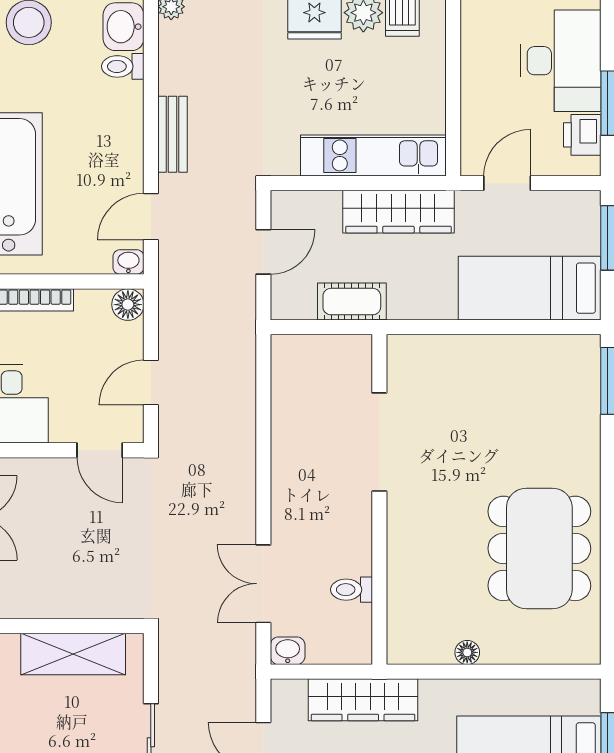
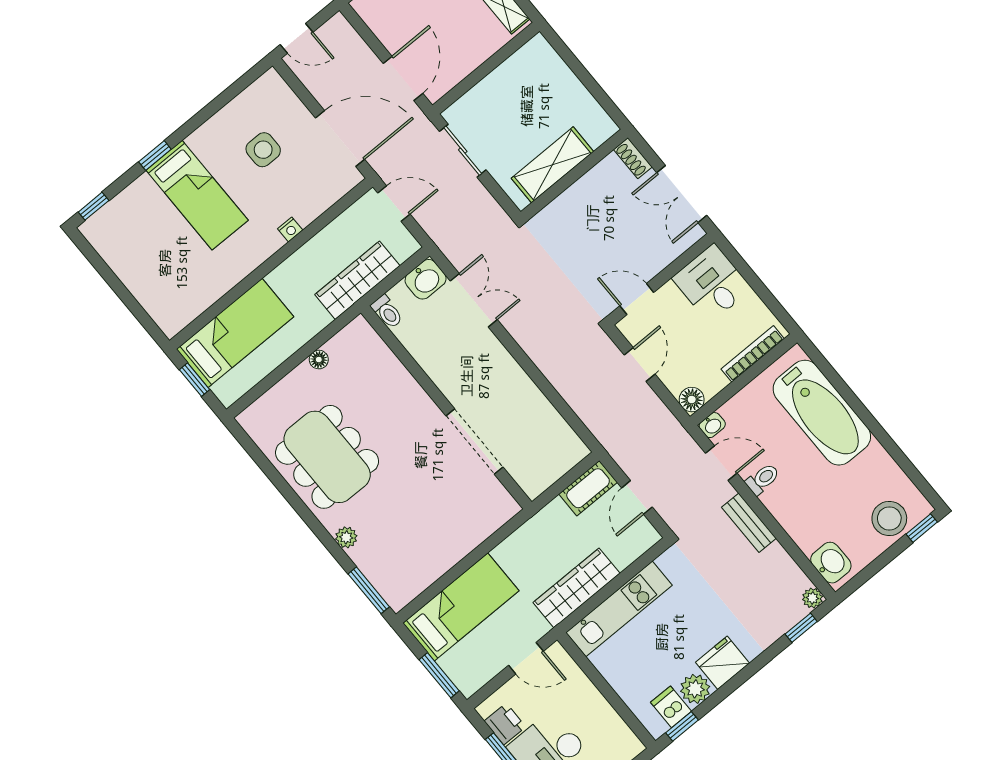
toilet: (123, 66) -> (763, 479), moved
door: (507, 183) -> (526, 658), hinge flipped
door: (151, 217) -> (721, 463), hinge flipped
cot: (352, 302) -> (588, 488), moved
plant: (587, 452) -> (346, 537), added
toilet: (352, 590) -> (387, 312), moved, turned 90
washbasin: (288, 651) -> (426, 279), width x1.38, depth x1.45

